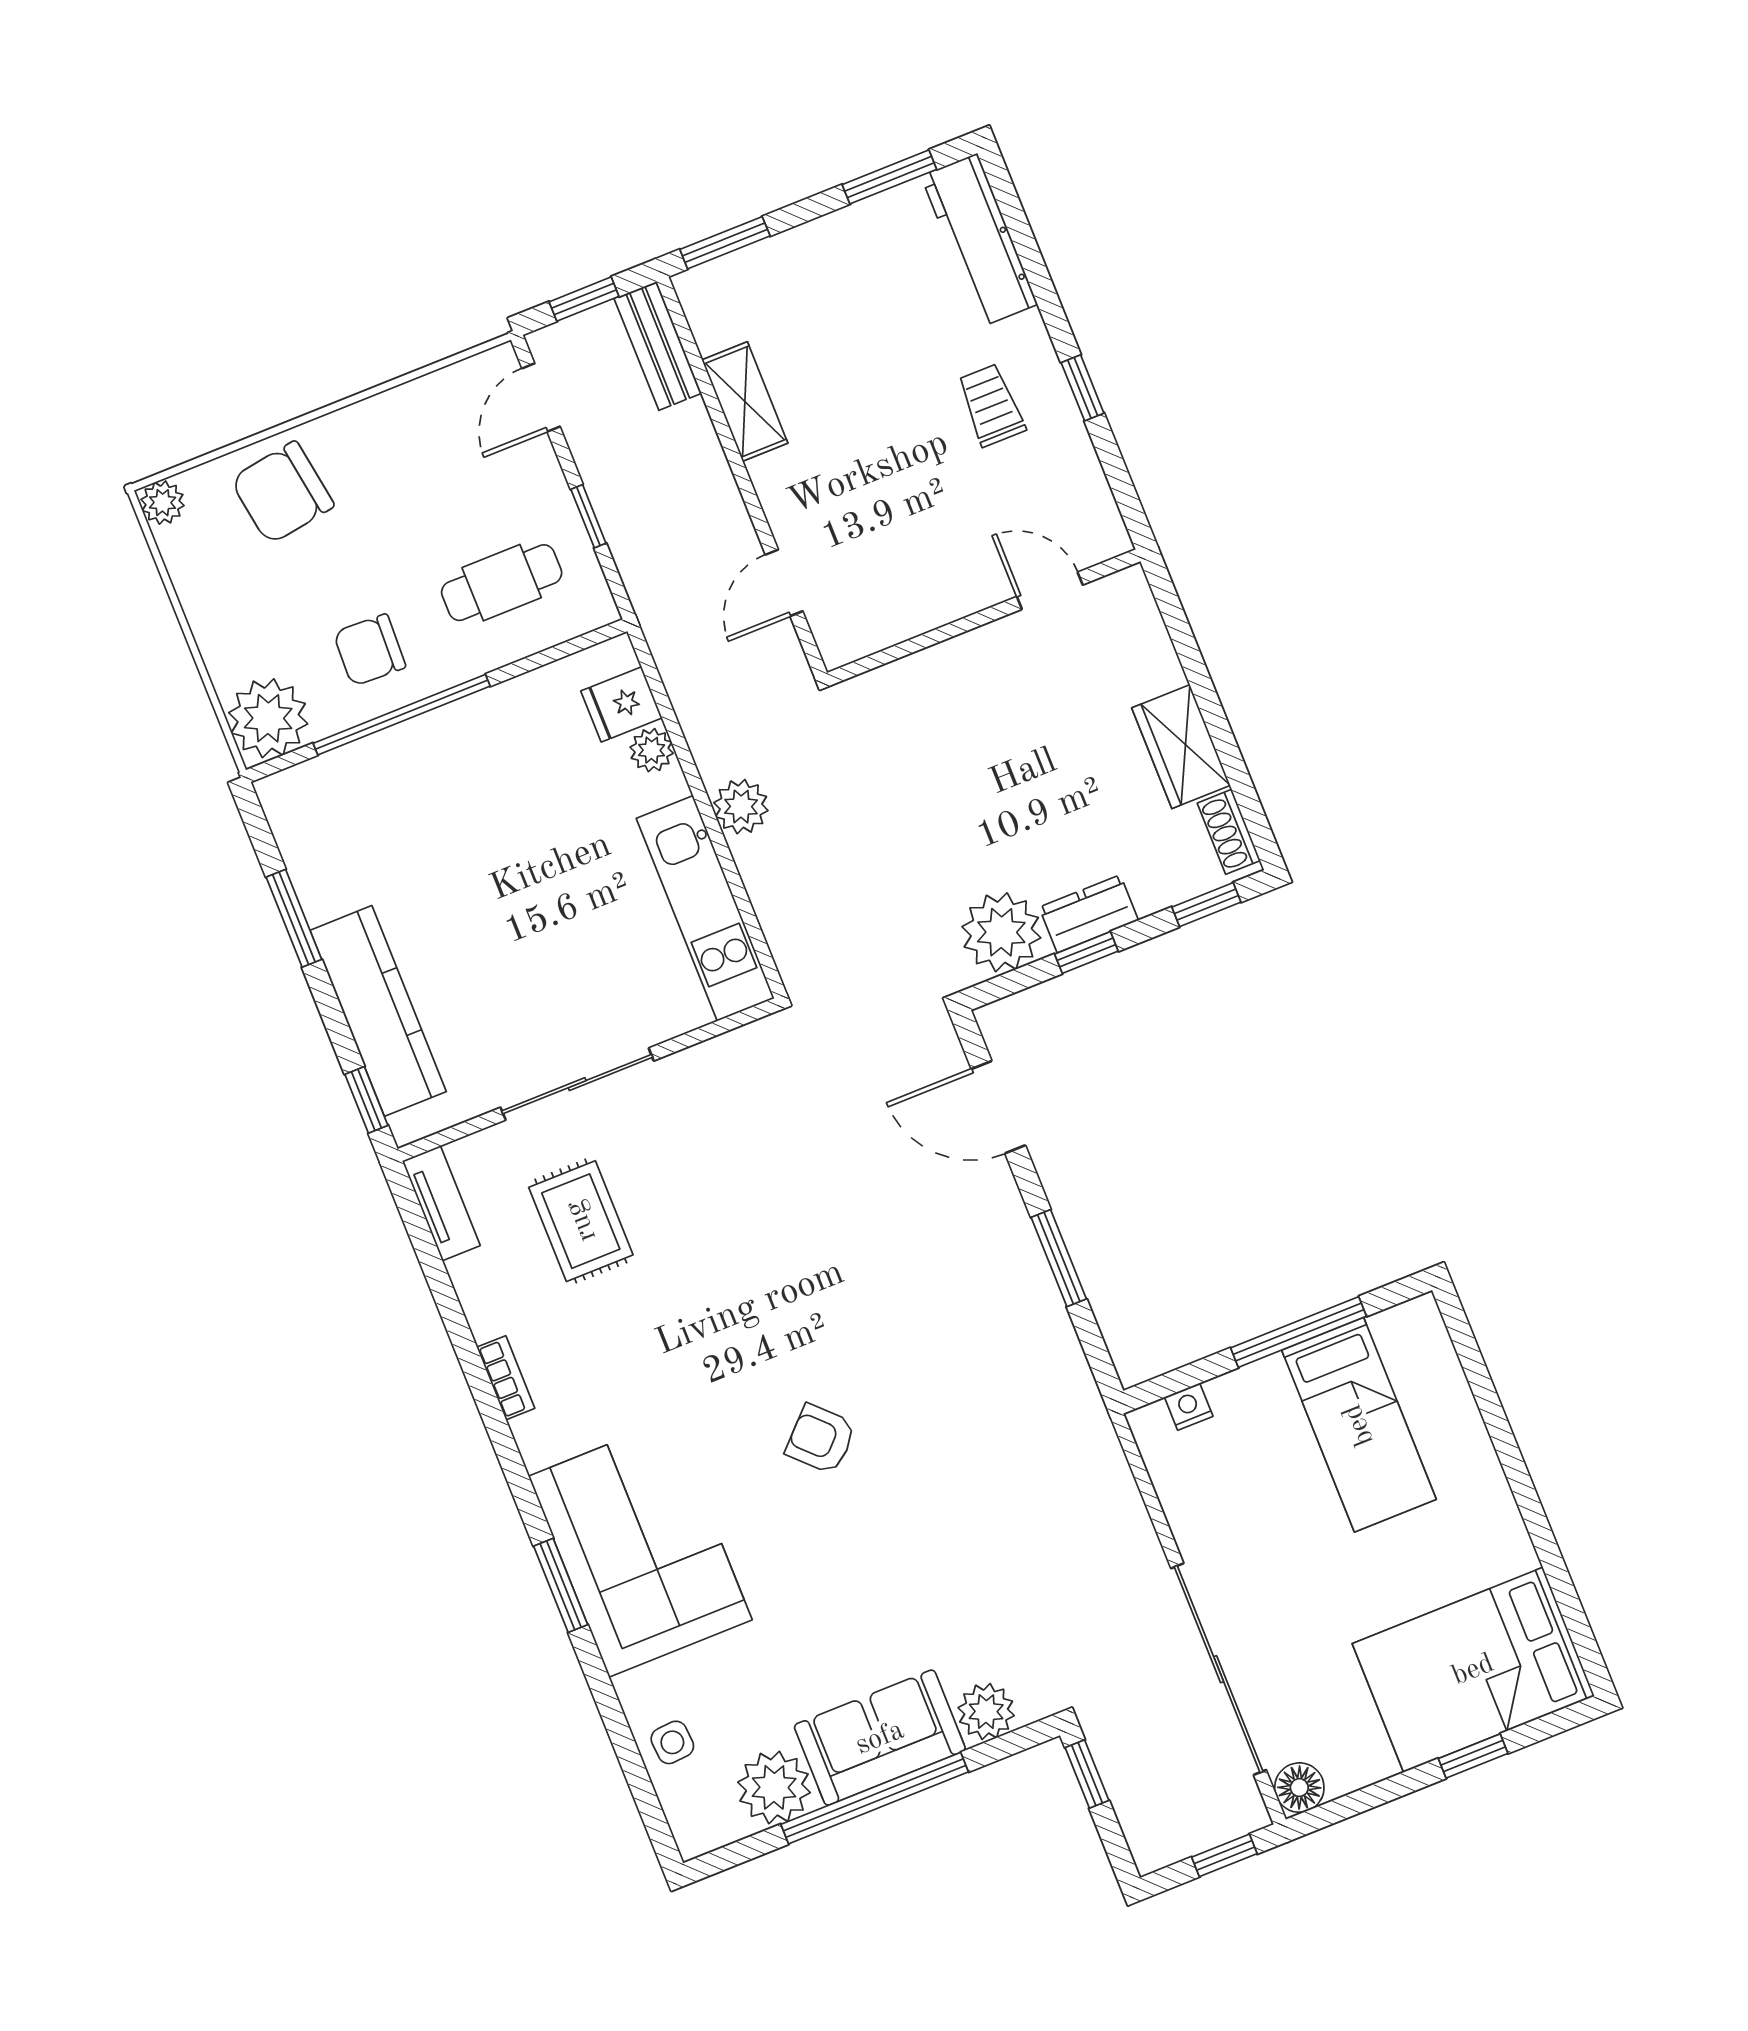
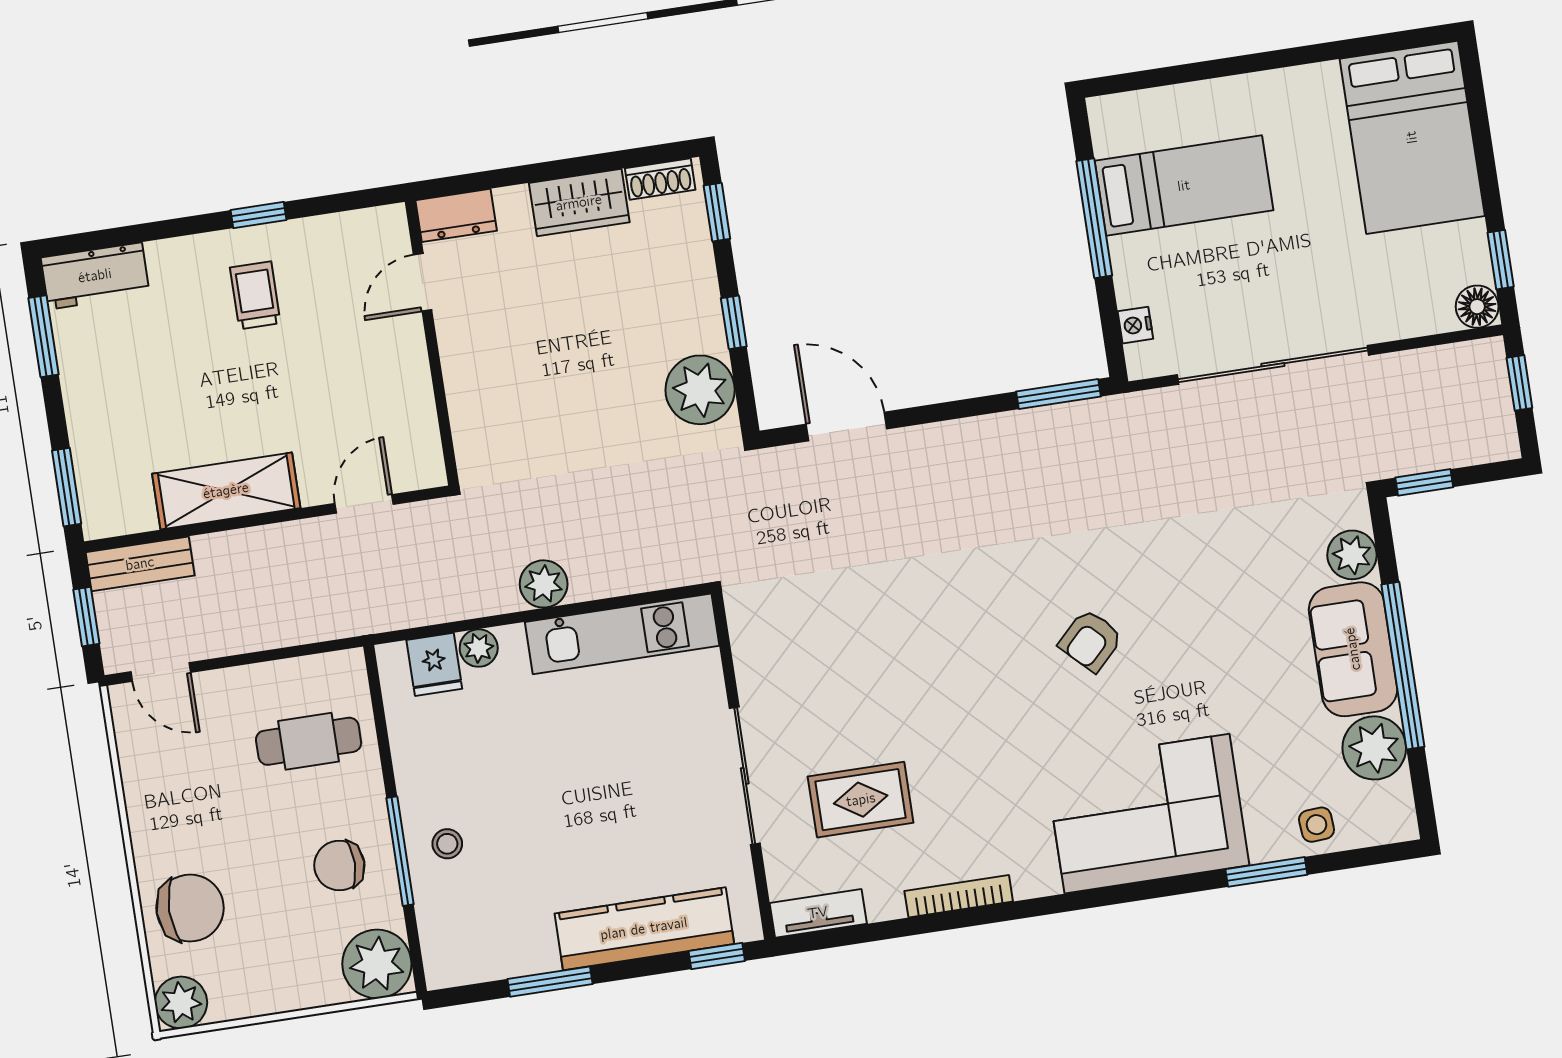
workbench: (979, 240) -> (95, 276), width x0.73
shelving: (745, 402) -> (226, 491), width x1.50, depth x1.33
trolley: (991, 405) -> (255, 295), turned 90
chair: (282, 493) -> (190, 908), turned -81
plant: (162, 503) -> (181, 1003), width x1.38, depth x1.38
window: (588, 516) -> (270, 655), removed
cafe table: (502, 583) -> (309, 741), turned 90
door: (784, 583) -> (364, 504), swing flipped
chair: (370, 650) -> (339, 865), turned 88
window: (402, 715) -> (400, 851), width x0.68
stool: (422, 766) -> (447, 844), added
dresser: (1089, 914) -> (456, 215), moved, turned -90
door: (998, 1107) -> (846, 426), swing flipped
window: (1059, 1258) -> (1058, 394), moved
bookcase: (506, 1378) -> (959, 896), width x1.56
window: (561, 1585) -> (1266, 872), moved
sliding door: (1219, 1669) -> (1273, 365), moved
window: (1473, 1756) -> (1501, 260), moved

